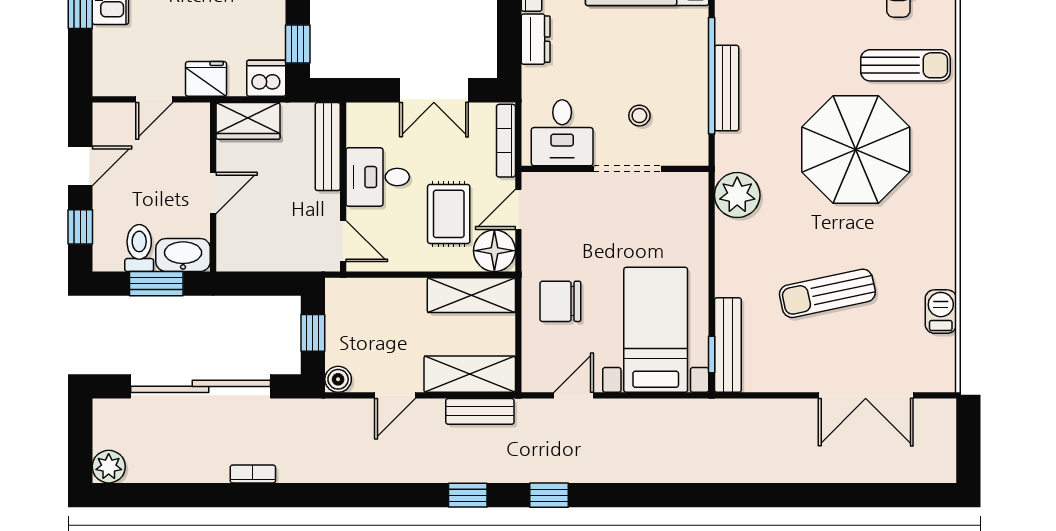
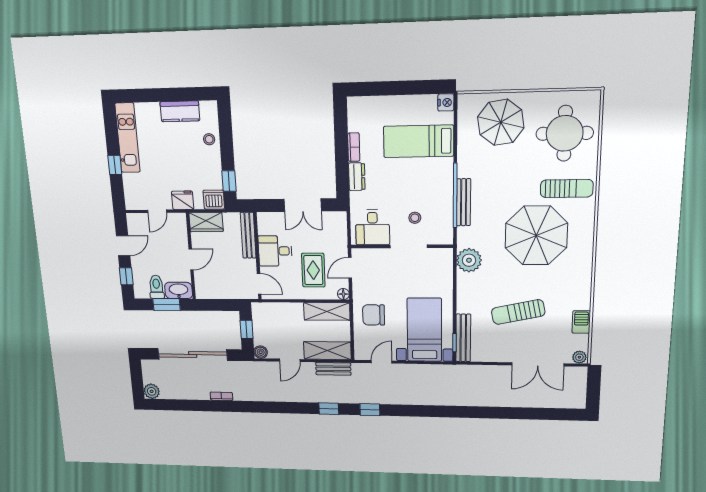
bookcase: (506, 141) -> (342, 232), removed
floor lamp: (494, 251) -> (343, 294), width x0.53, depth x0.53
plant: (940, 380) -> (579, 357), added

